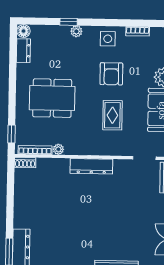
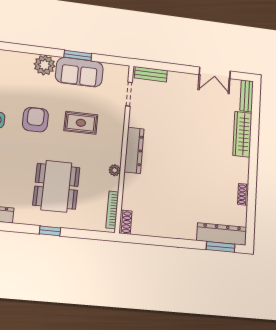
armchair: (111, 74) -> (35, 120), turned -90
window: (11, 134) -> (50, 231), moved
plant: (58, 149) -> (115, 170), moved

